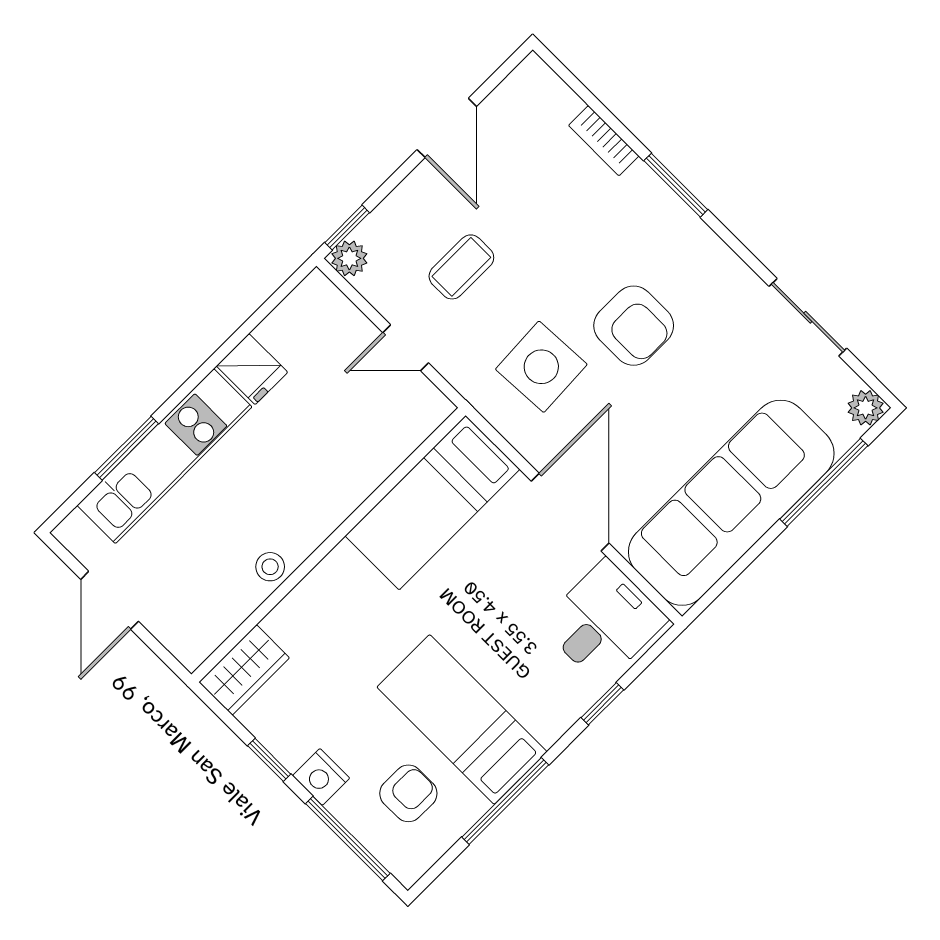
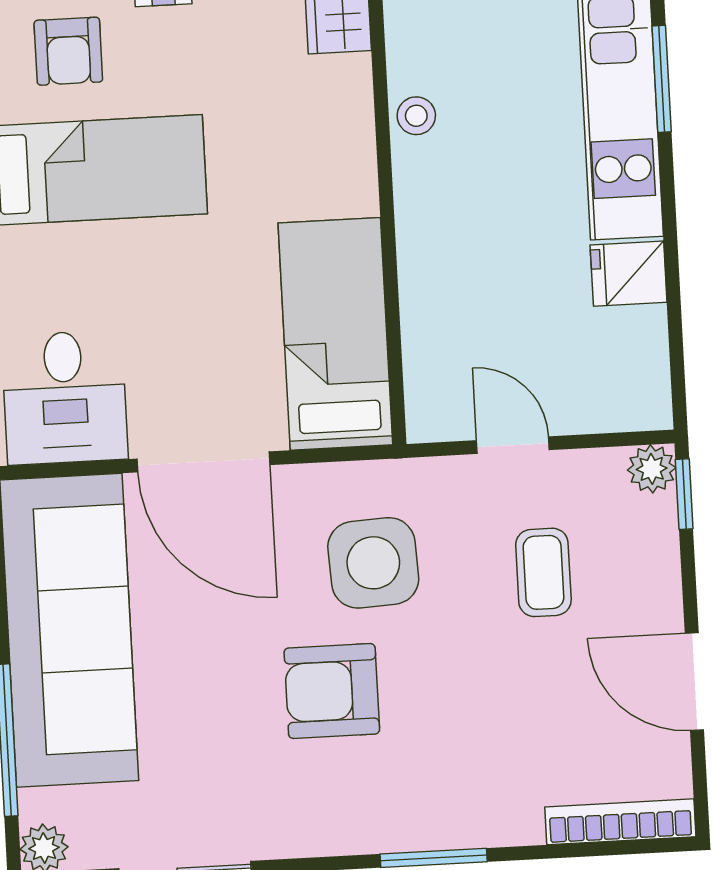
bookcase: (604, 141) -> (620, 822), moved, width x1.56
door: (406, 348) -> (513, 445), hinge flipped

